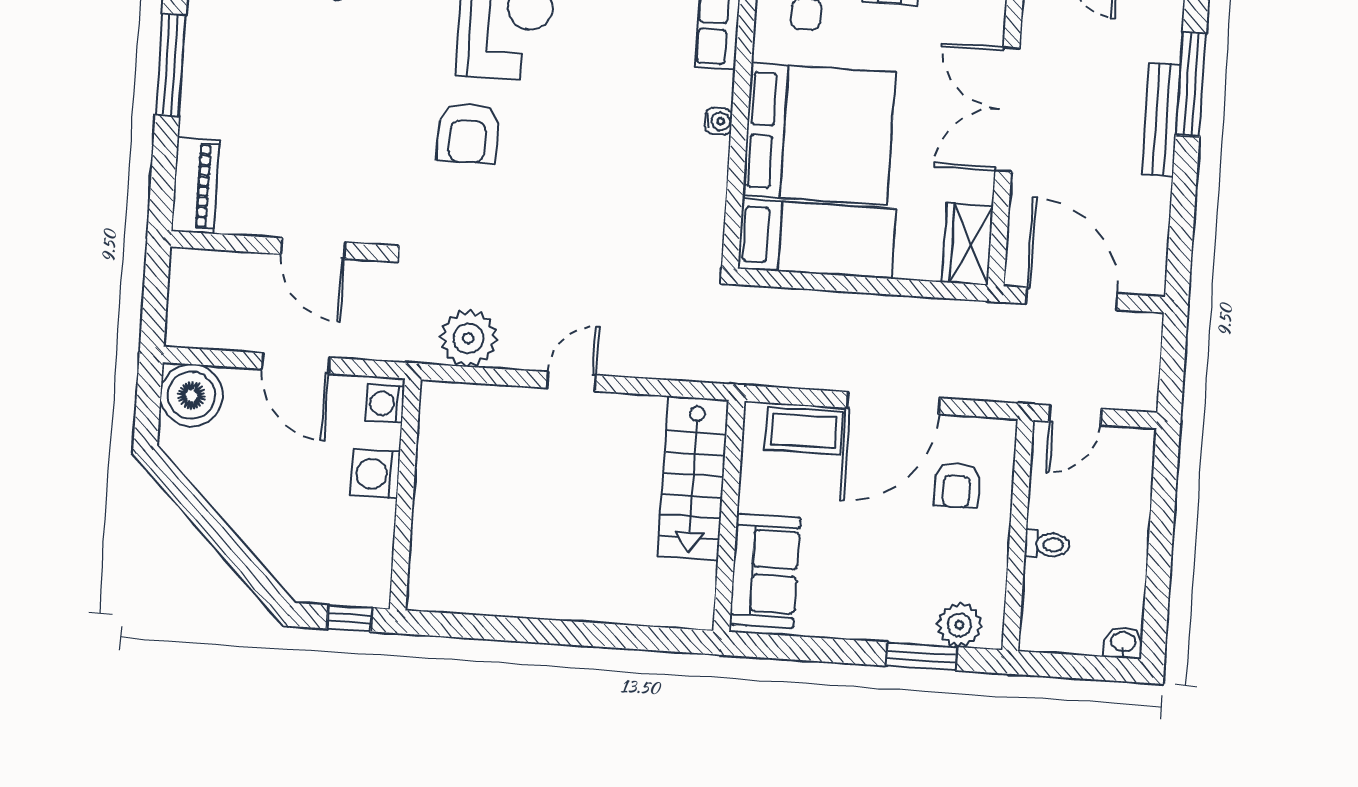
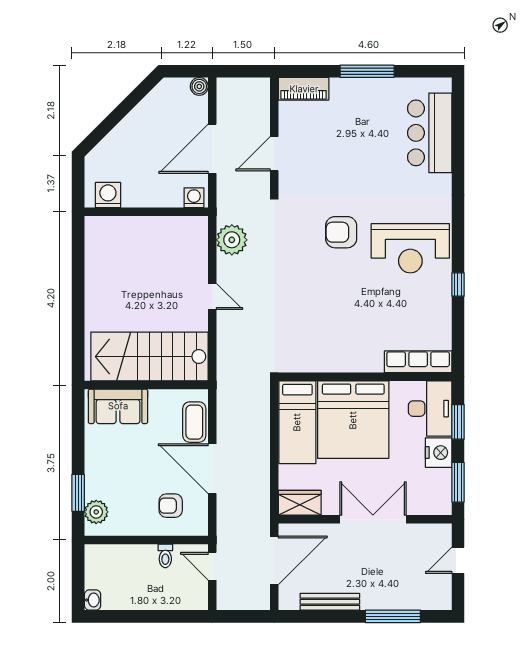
bench: (1161, 120) -> (330, 602), moved
water cooler: (719, 121) -> (356, 366), removed
door: (296, 363) -> (212, 149), width x1.36
boiler: (191, 395) -> (199, 86), width x0.54, depth x0.54
washing machine: (375, 474) -> (108, 195), moved
stairs: (693, 478) -> (149, 357), width x1.36, depth x1.51
toilet: (1047, 544) -> (165, 556), moved
window: (349, 618) -> (78, 186), removed

